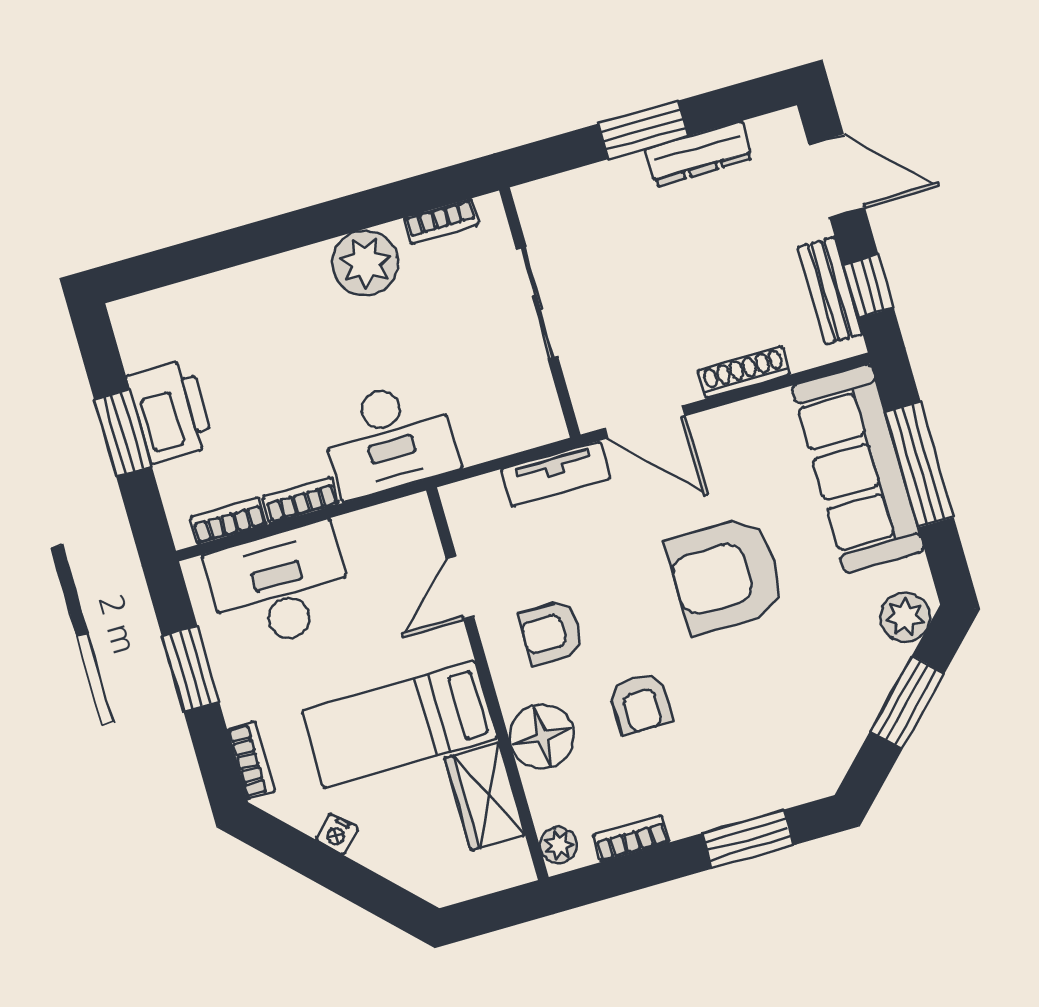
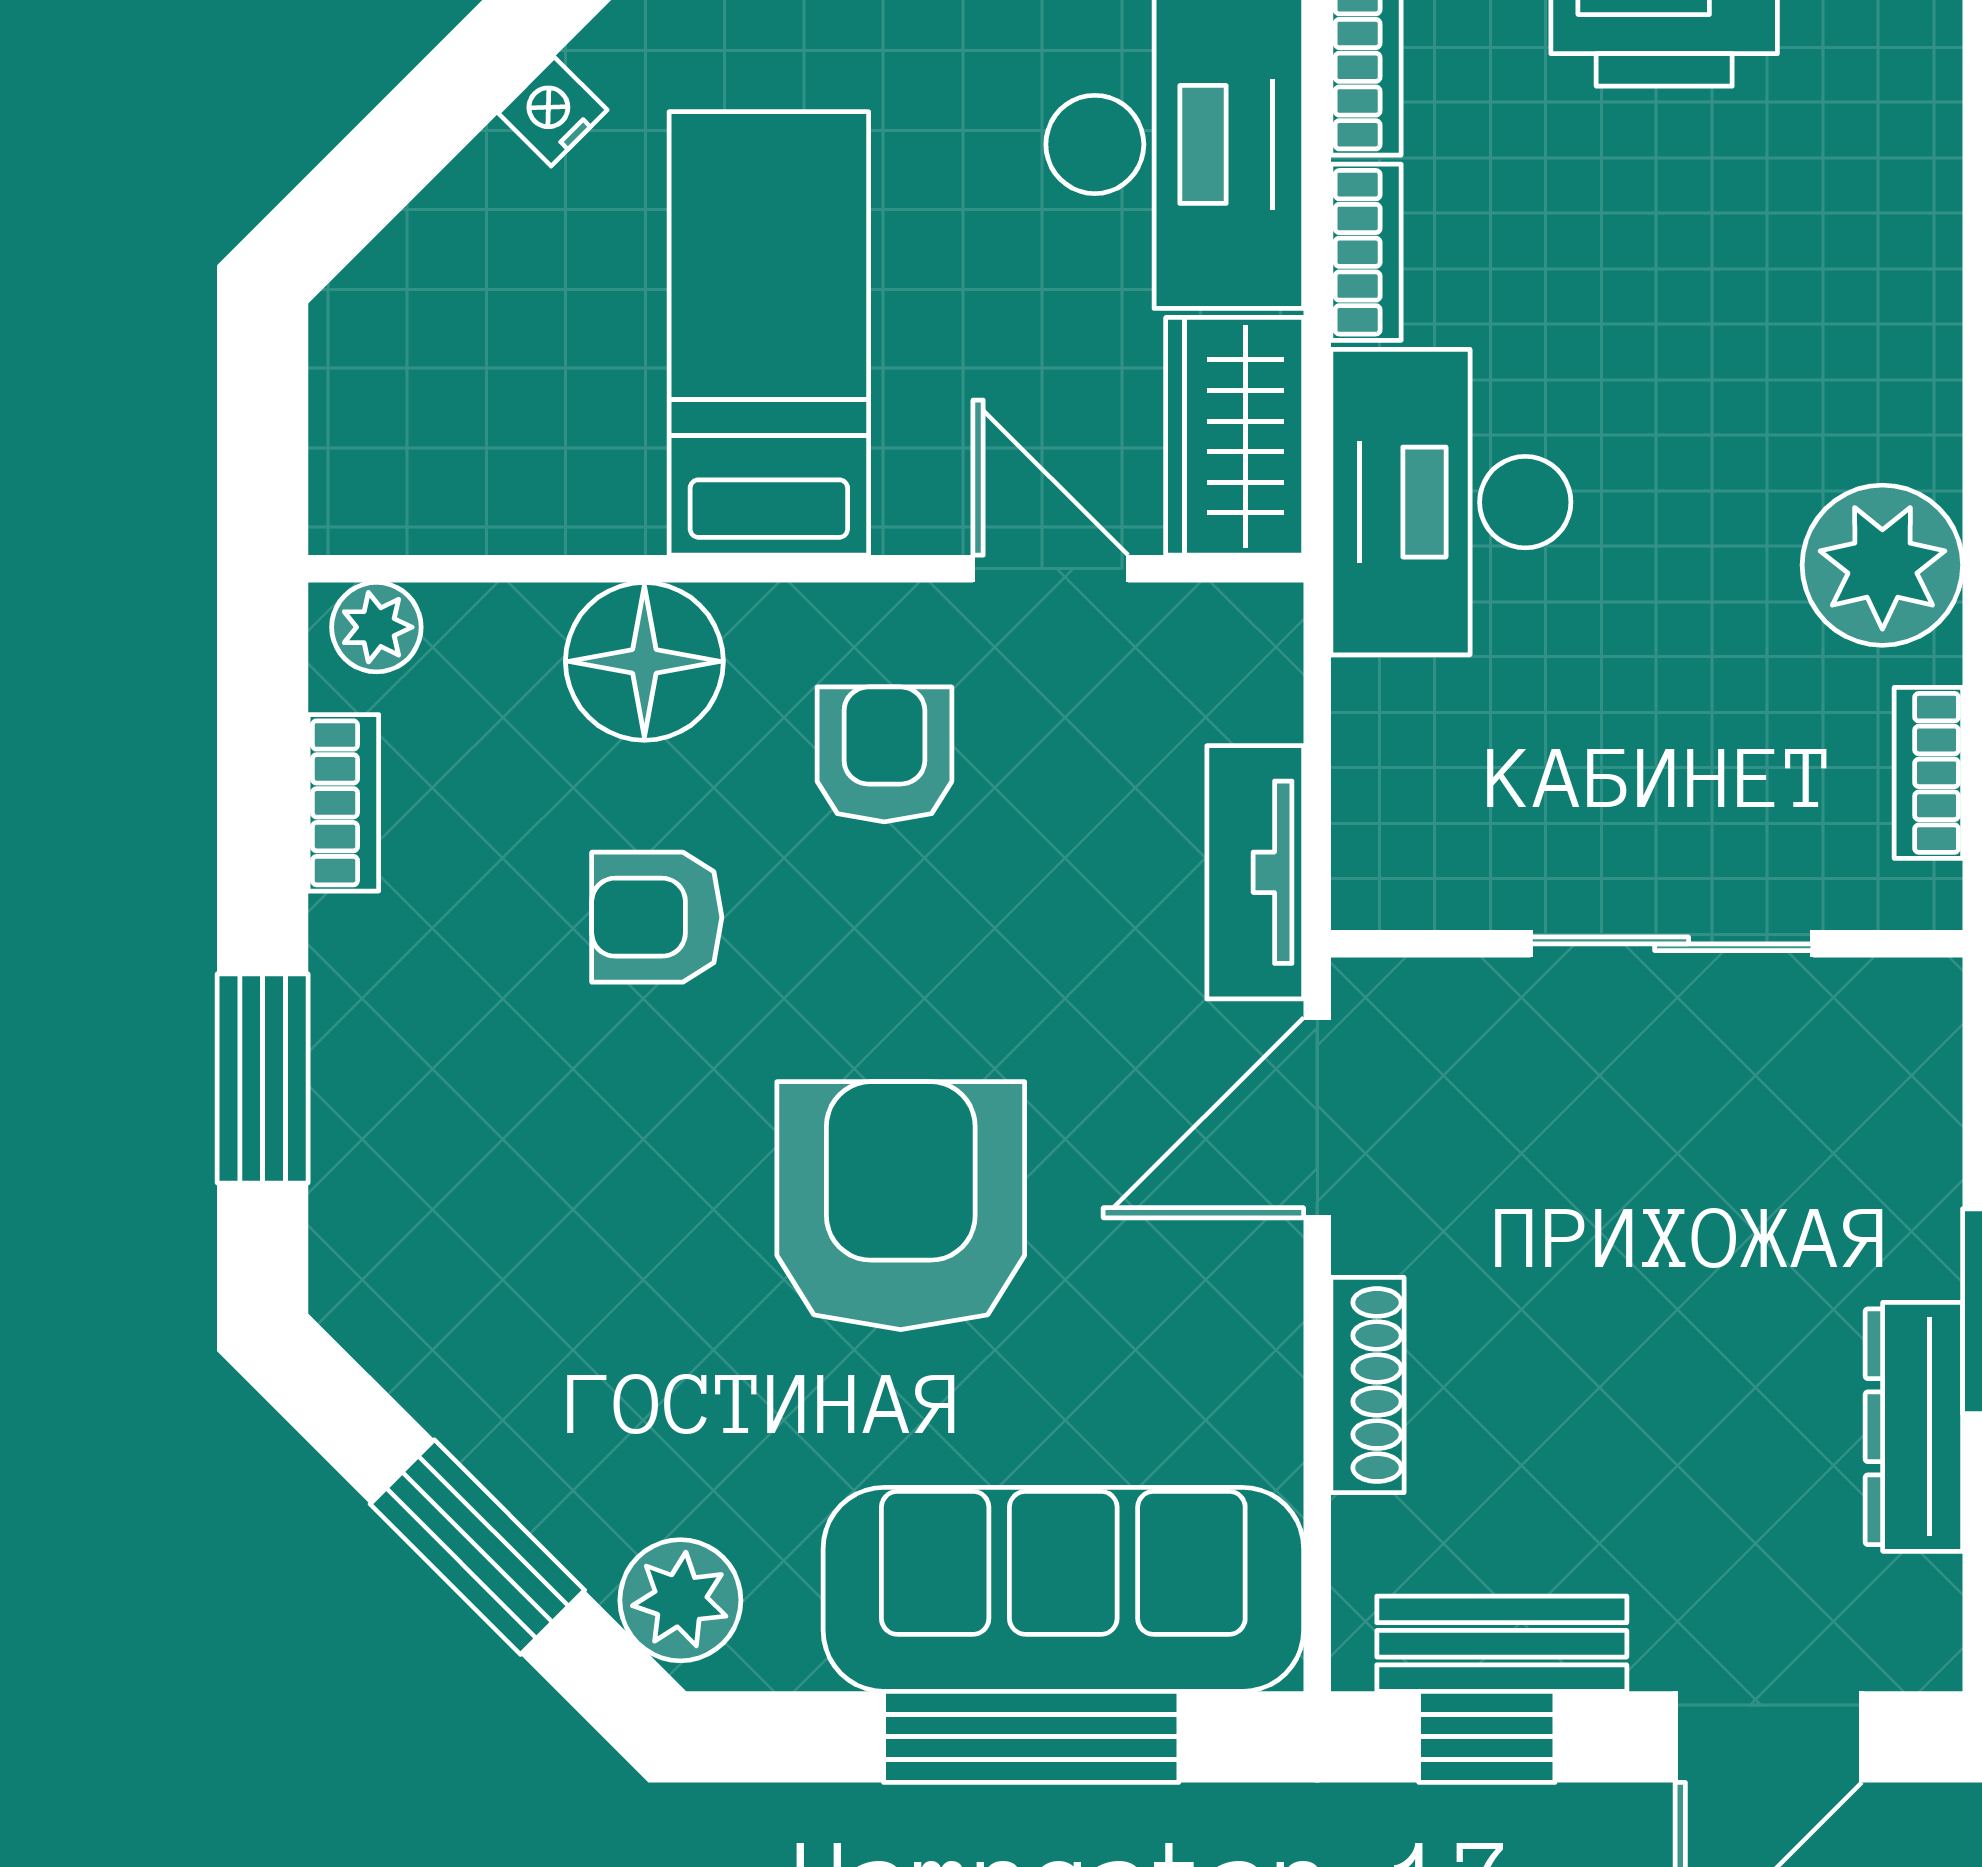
wardrobe: (485, 797) -> (1235, 436), moved, turned -90

